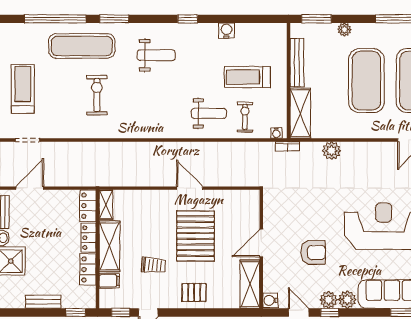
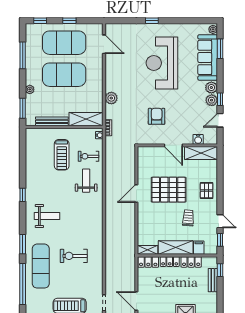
water cooler: (226, 31) -> (30, 169), removed
weight bench: (156, 55) -> (47, 216), turned 90
armchair: (313, 253) -> (157, 116), moved
water cooler: (270, 300) -> (198, 139), moved
bench: (43, 302) -> (213, 280), moved

